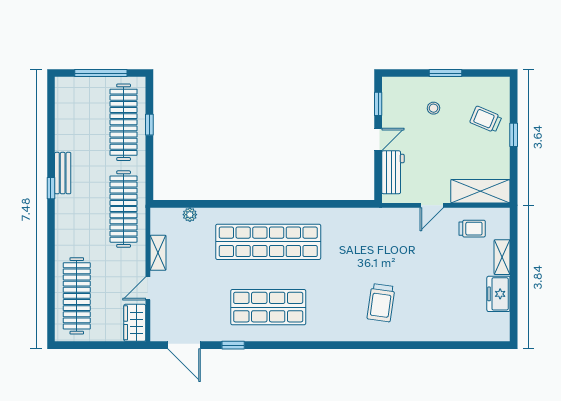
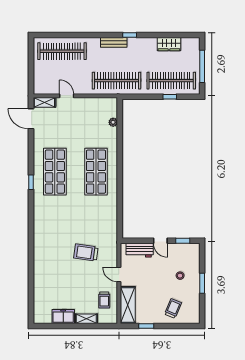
window: (514, 135) -> (146, 326), moved
bench: (63, 173) -> (114, 42), moved
shop shelf: (268, 242) -> (96, 172), width x0.71
shelving: (158, 253) -> (44, 102), moved
trolley: (381, 303) -> (86, 253), moved
wardrobe: (135, 323) -> (169, 44), moved, turned 180
door: (184, 345) -> (31, 119), hinge flipped
window: (233, 345) -> (31, 182), moved

